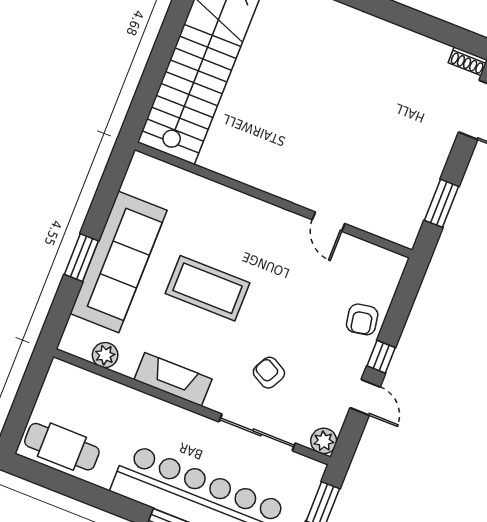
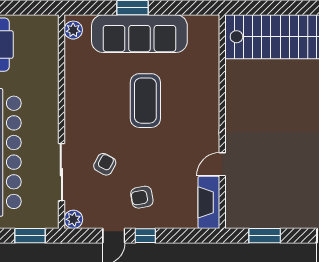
armchair: (362, 319) -> (142, 197), moved
plant: (105, 355) -> (73, 30), moved
fireplace: (173, 379) -> (209, 202), moved, turned 180

